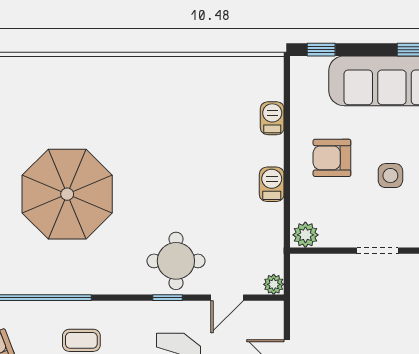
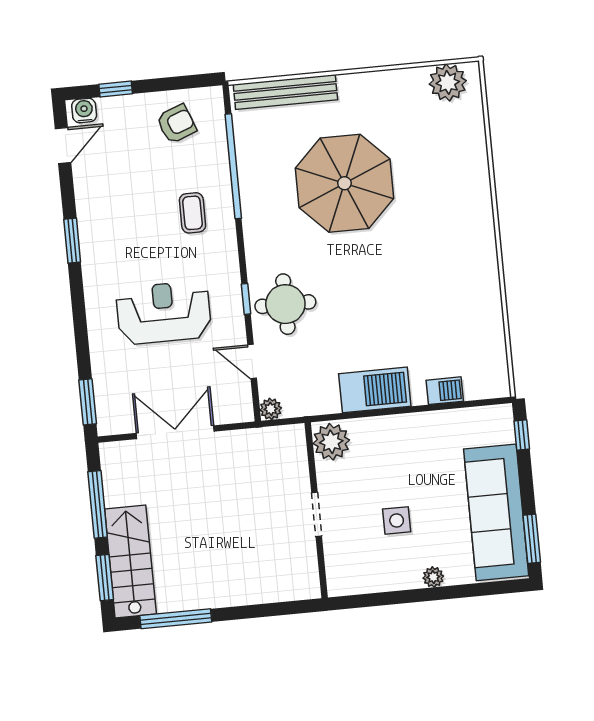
armchair: (332, 158) -> (409, 457), removed
barbecue: (272, 184) -> (375, 390), width x1.88, depth x1.53
plant: (305, 235) -> (331, 442), width x1.36, depth x1.36

